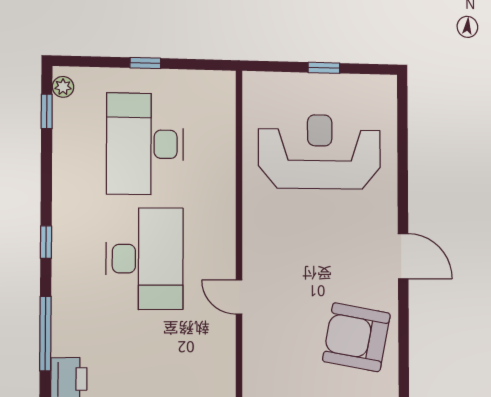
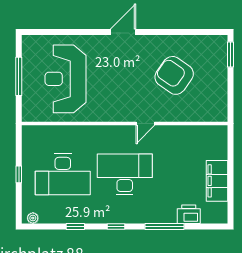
window: (324, 68) -> (19, 76), width x2.17
window: (47, 111) -> (75, 227), moved
armchair: (356, 337) -> (174, 75), moved, turned 114

